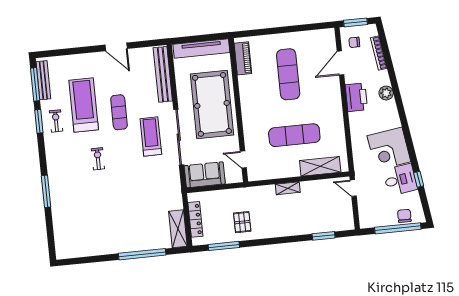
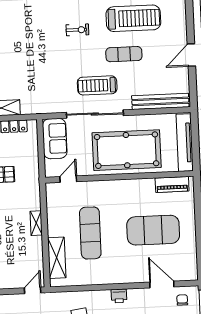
exercise mat: (288, 74) -> (153, 230), width x1.47
printer: (356, 97) -> (119, 296), width x0.53, depth x0.68
treadmill: (151, 137) -> (97, 85), turned 180

